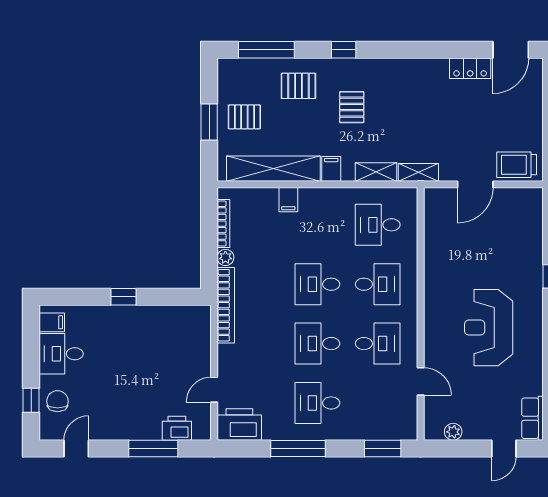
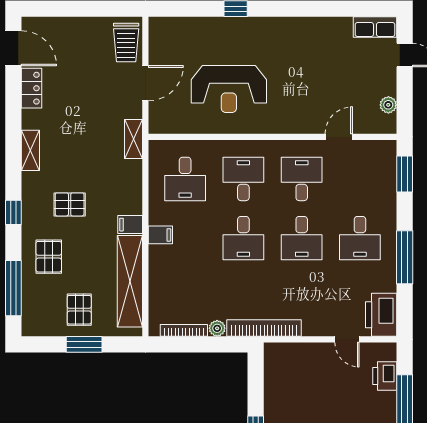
shelving: (376, 172) -> (30, 150), moved
door: (475, 184) -> (145, 83), hinge flipped
filing cabinet: (288, 200) -> (160, 235), moved
reception desk: (489, 328) -> (229, 89), moved

